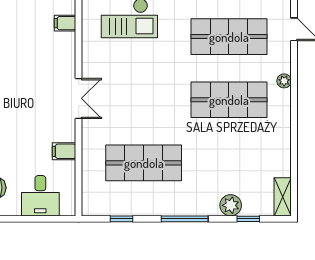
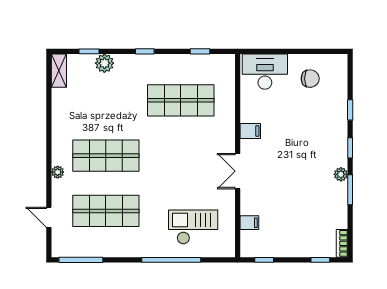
double door: (79, 98) -> (238, 171), moved
filing cabinet: (64, 151) -> (250, 131), moved
desk: (40, 196) -> (265, 72), width x1.37
window: (185, 219) -> (145, 51), width x0.46

